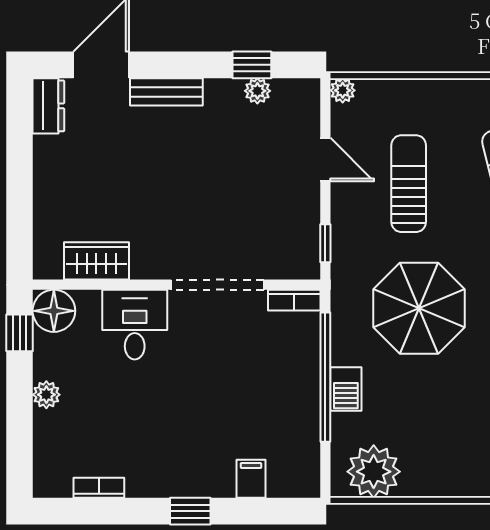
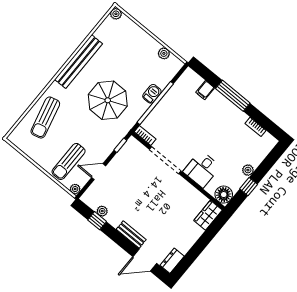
door: (325, 160) -> (99, 172), hinge flipped
sun lounger: (409, 184) -> (69, 161), moved
wardrobe: (96, 261) -> (208, 215), moved, turned 90
window: (20, 333) -> (249, 187), moved
plant: (374, 472) -> (164, 53), width x0.53, depth x0.53
window: (190, 511) -> (233, 96), width x2.17

